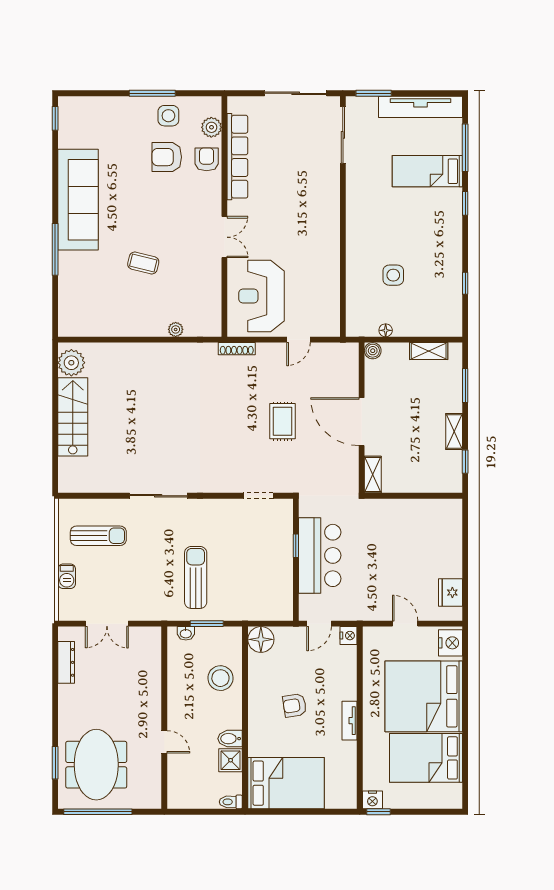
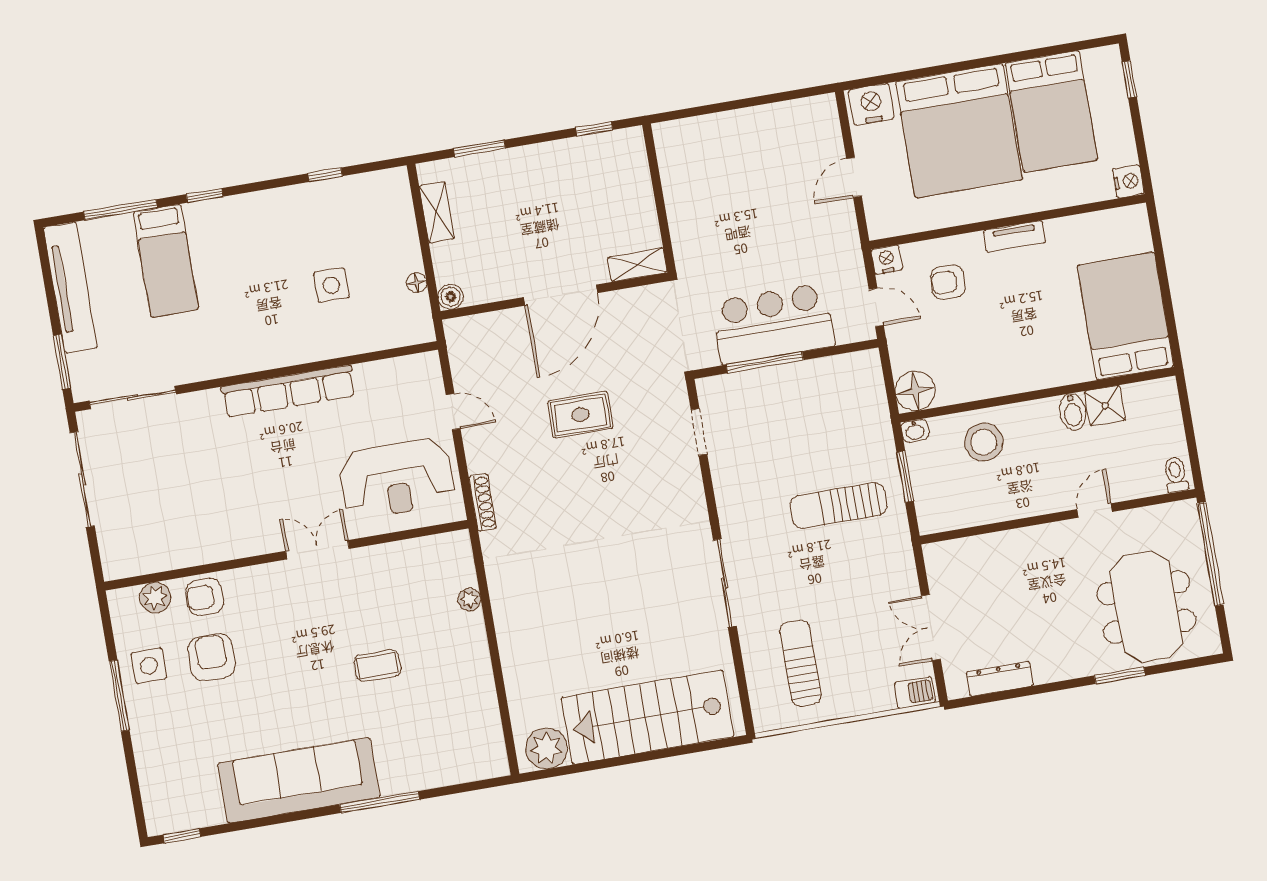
armchair: (167, 157) -> (212, 657), turned 180
row of seats: (237, 157) -> (288, 391), moved, turned 180
coffee table: (143, 263) -> (377, 666), turned 76
stairs: (73, 417) -> (647, 717), width x1.36, depth x1.51
shelving: (454, 431) -> (552, 153), removed
window: (296, 546) -> (765, 362), width x2.17
barbecue: (67, 576) -> (915, 693), moved
fridge: (450, 593) -> (795, 117), removed
double door: (107, 624) -> (931, 627), swing flipped
washbasin: (186, 633) -> (915, 431), moved, turned 90
armchair: (295, 705) -> (948, 282), moved, turned 101
window: (55, 763) -> (1120, 675), moved
meeting table: (96, 765) -> (1146, 607), turned 90
toilet: (231, 802) -> (1176, 474), moved, turned 180
window: (98, 812) -> (1210, 554), moved
window: (378, 812) -> (1129, 79), moved

